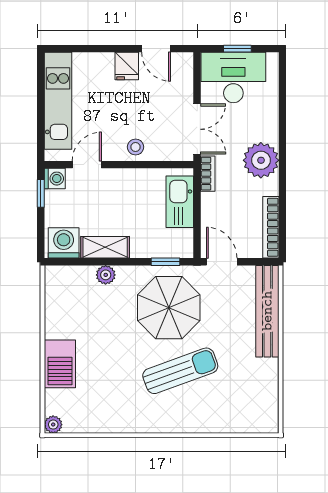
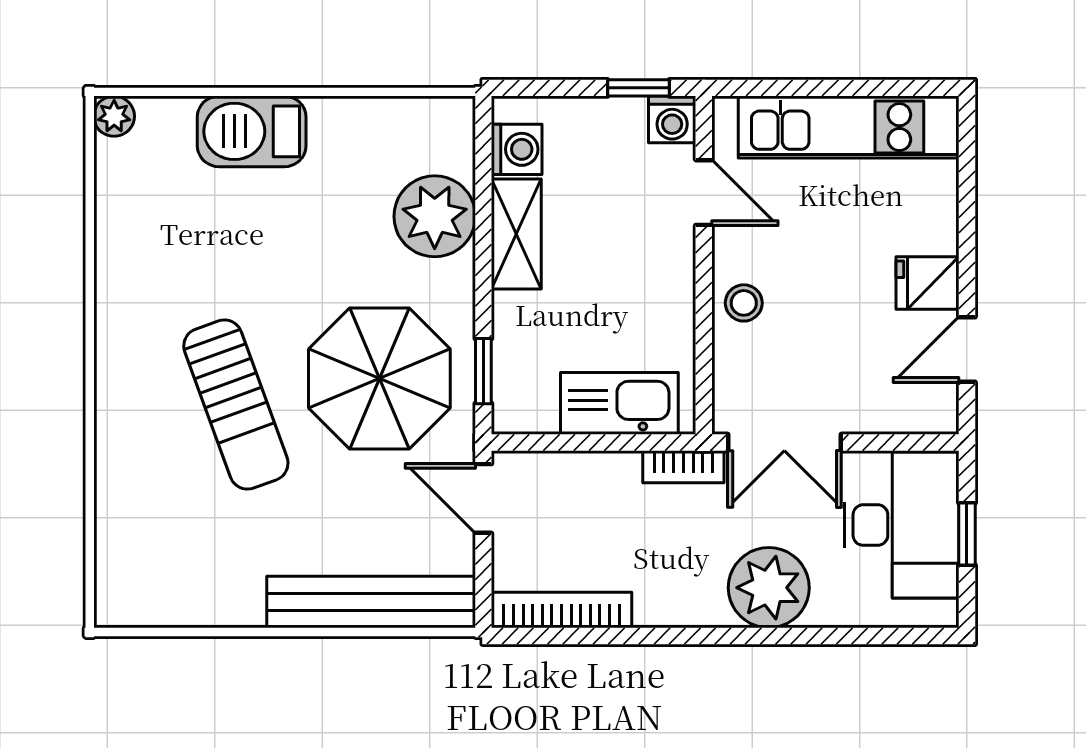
plant: (261, 160) -> (769, 588), moved
washing machine: (64, 243) -> (517, 149), width x0.73, depth x0.73
door: (222, 262) -> (483, 498), swing flipped
plant: (106, 275) -> (435, 216), width x1.88, depth x1.88

